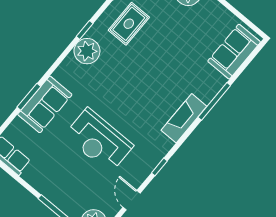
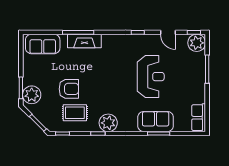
armchair: (161, 39) -> (69, 89), added
fireplace: (184, 118) -> (84, 41), moved
door: (132, 200) -> (168, 32), hinge flipped

